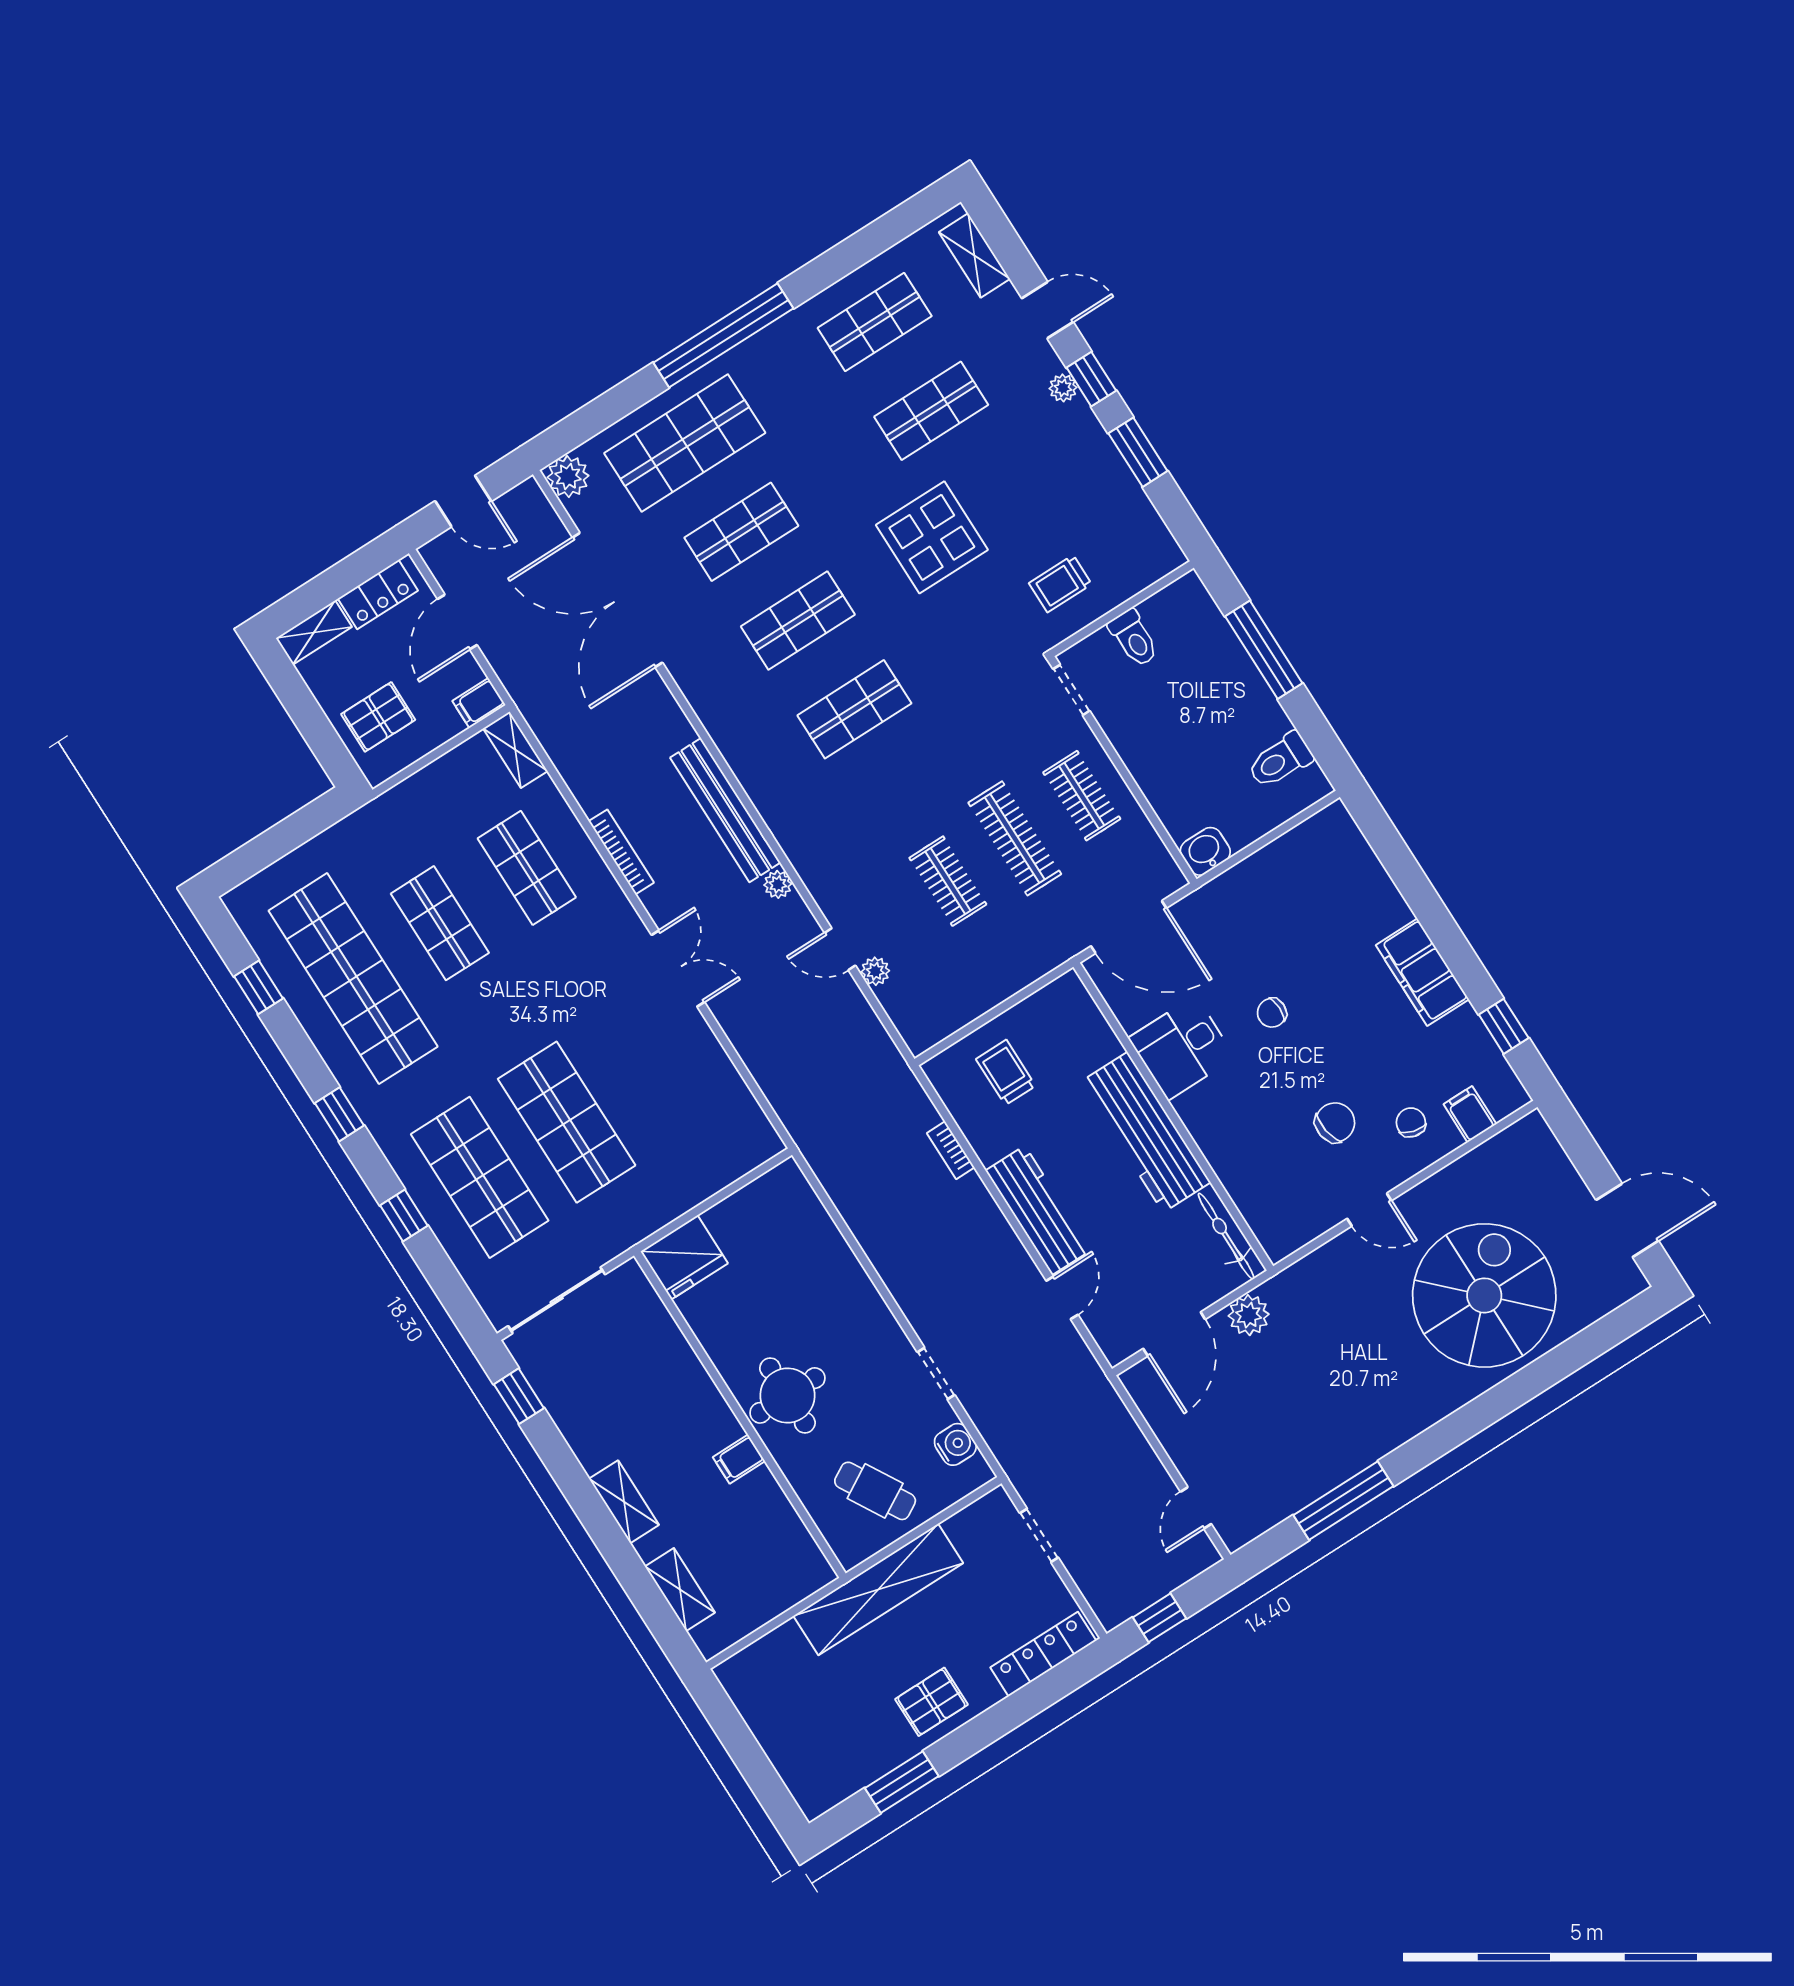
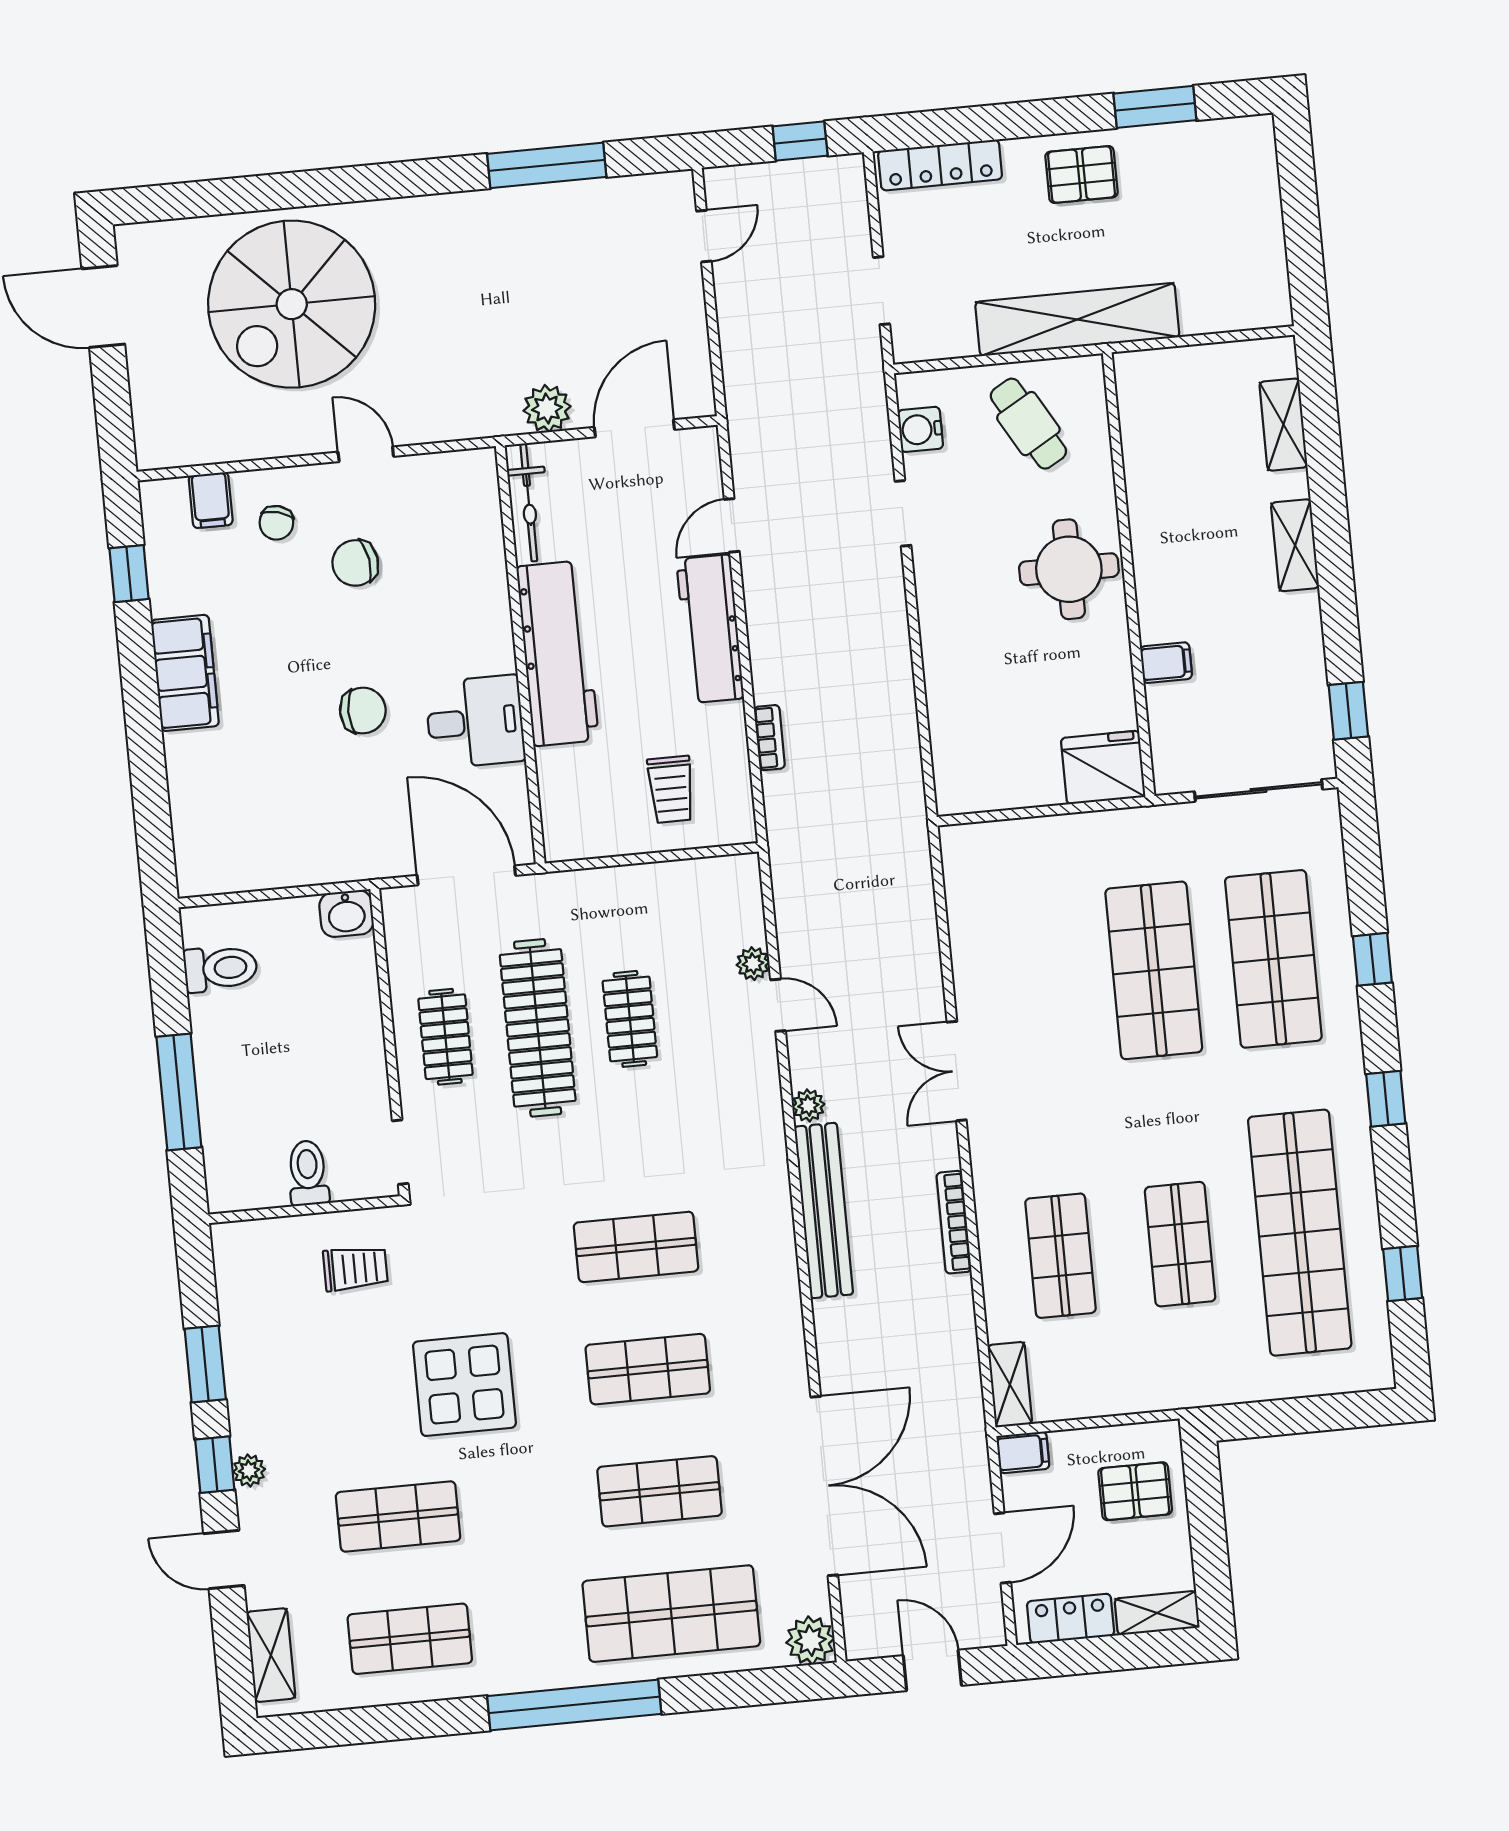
clothes rail: (1015, 838) -> (538, 1028), width x1.37, depth x1.31
chair: (1272, 1013) -> (363, 710), width x1.37, depth x1.37
filing cabinet: (739, 1459) -> (1166, 663), moved

